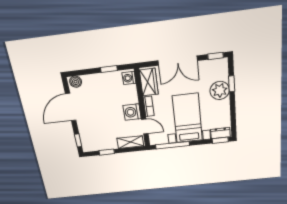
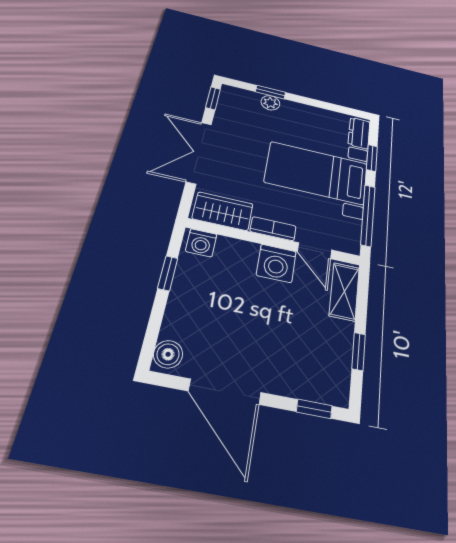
double door: (178, 61) -> (199, 152), swing flipped
plant: (220, 90) -> (270, 103), width x0.53, depth x0.53
door: (145, 126) -> (315, 251), swing flipped
window: (220, 140) -> (372, 158), moved

